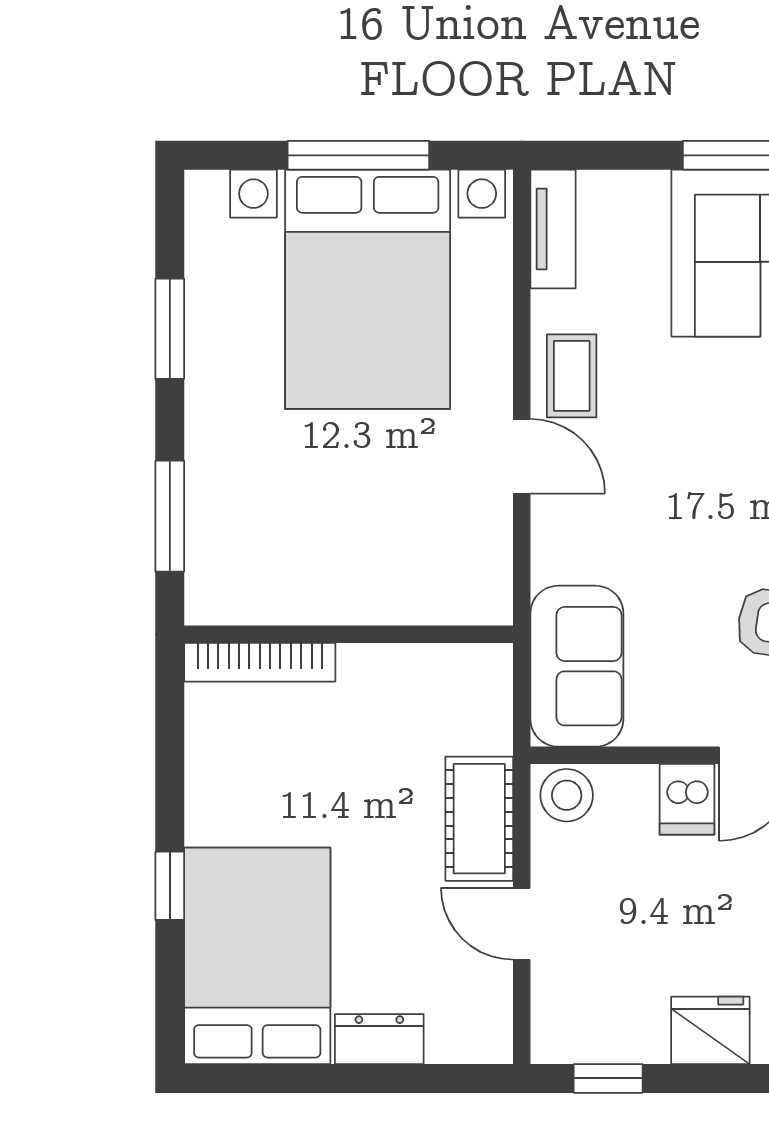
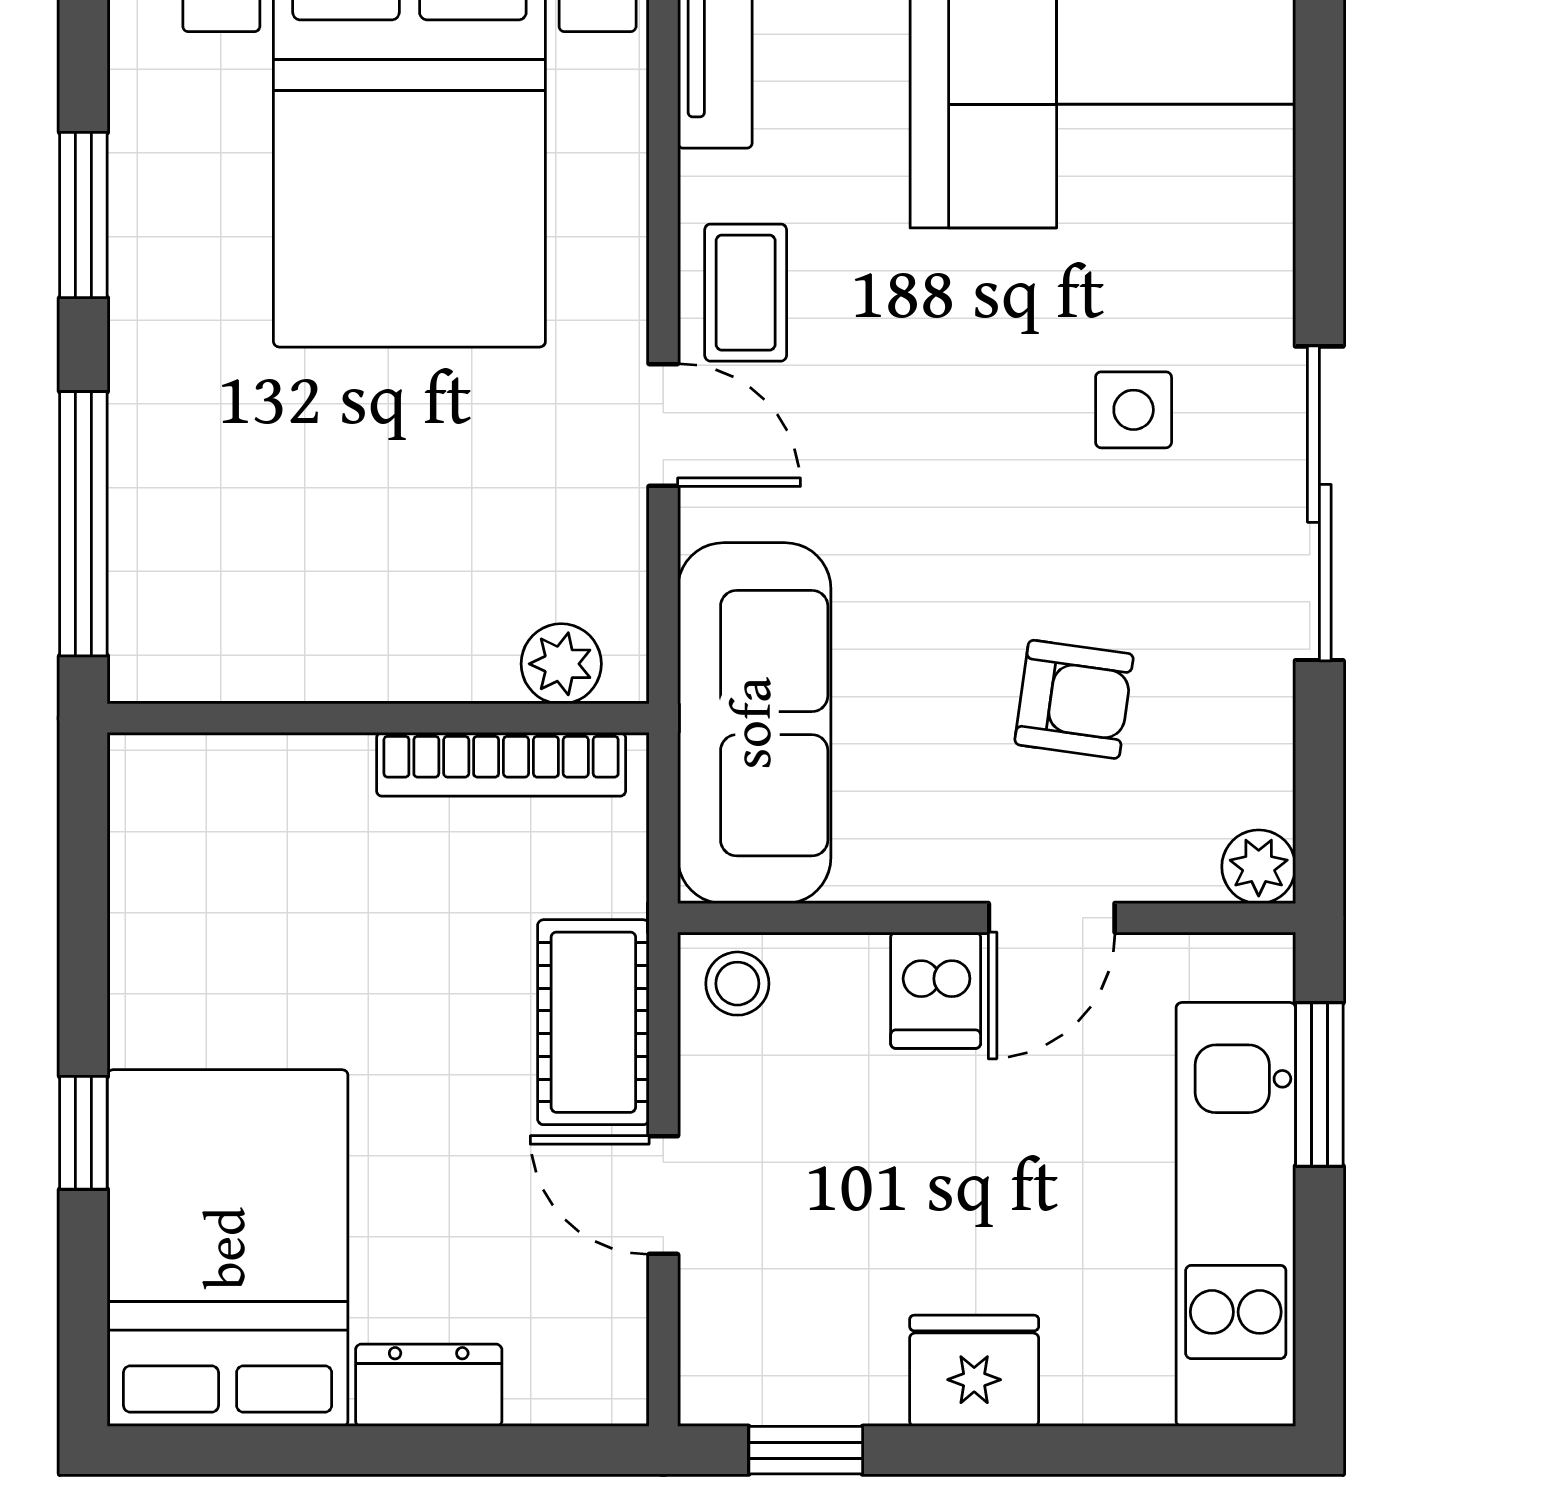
window: (170, 516) -> (83, 524), width x1.44
plant: (460, 601) -> (561, 664), added
bookcase: (260, 662) -> (501, 764), moved
sofa: (577, 666) -> (754, 723), width x1.36
stool: (567, 795) -> (737, 984), width x0.73, depth x0.73

